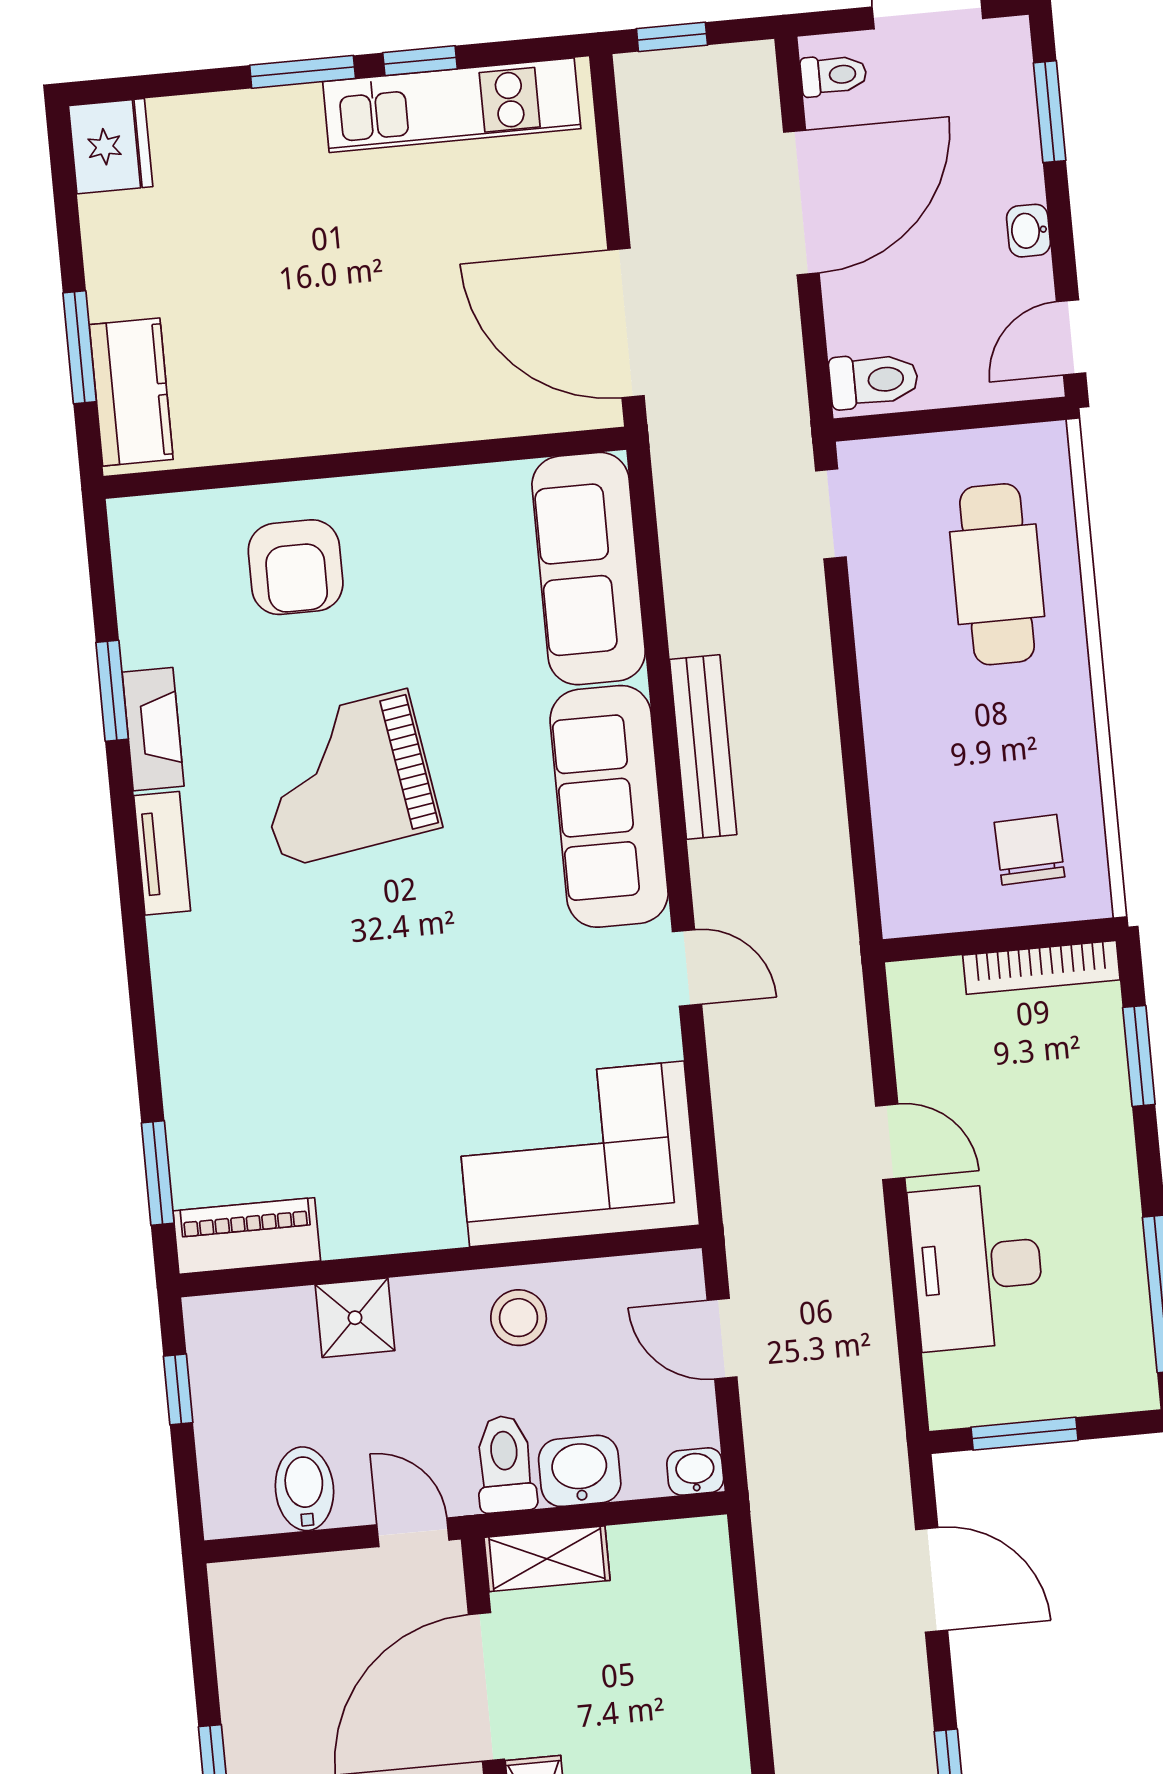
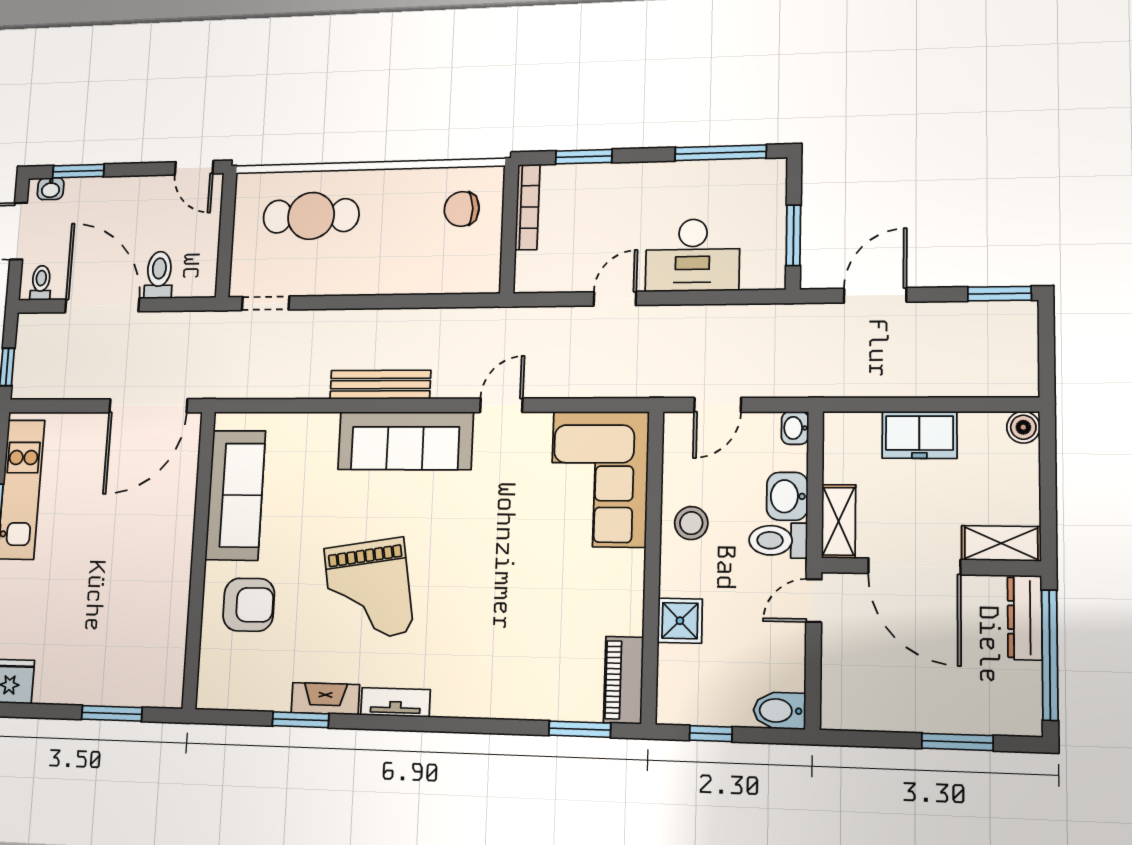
washbasin: (1028, 231) -> (51, 189), moved
toilet: (874, 380) -> (159, 275), moved
kitchen counter: (131, 392) -> (140, 687), removed
sofa: (589, 569) -> (235, 495), moved, turned -90
bidet: (304, 1489) -> (779, 711), moved
freezer: (703, 1675) -> (919, 435), added

